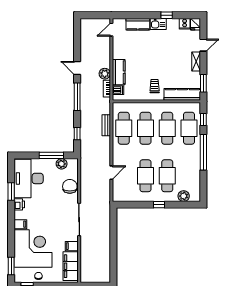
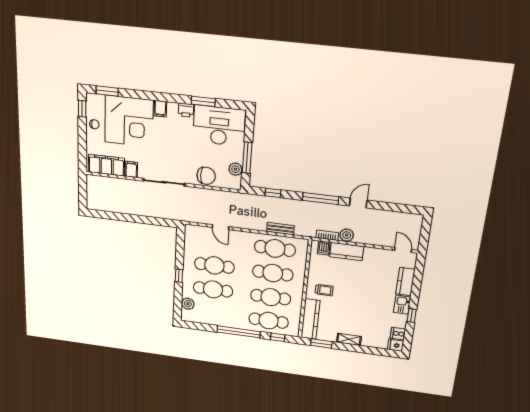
door: (203, 45) -> (368, 350), removed

